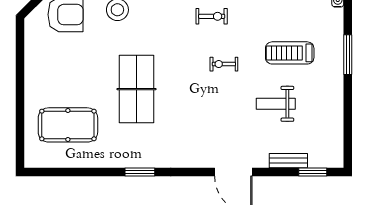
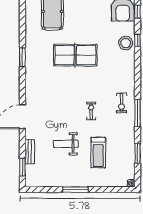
treadmill: (290, 53) -> (98, 153), turned 180
window: (348, 55) -> (75, 190), moved
weight bench: (276, 104) -> (66, 144), turned -90

